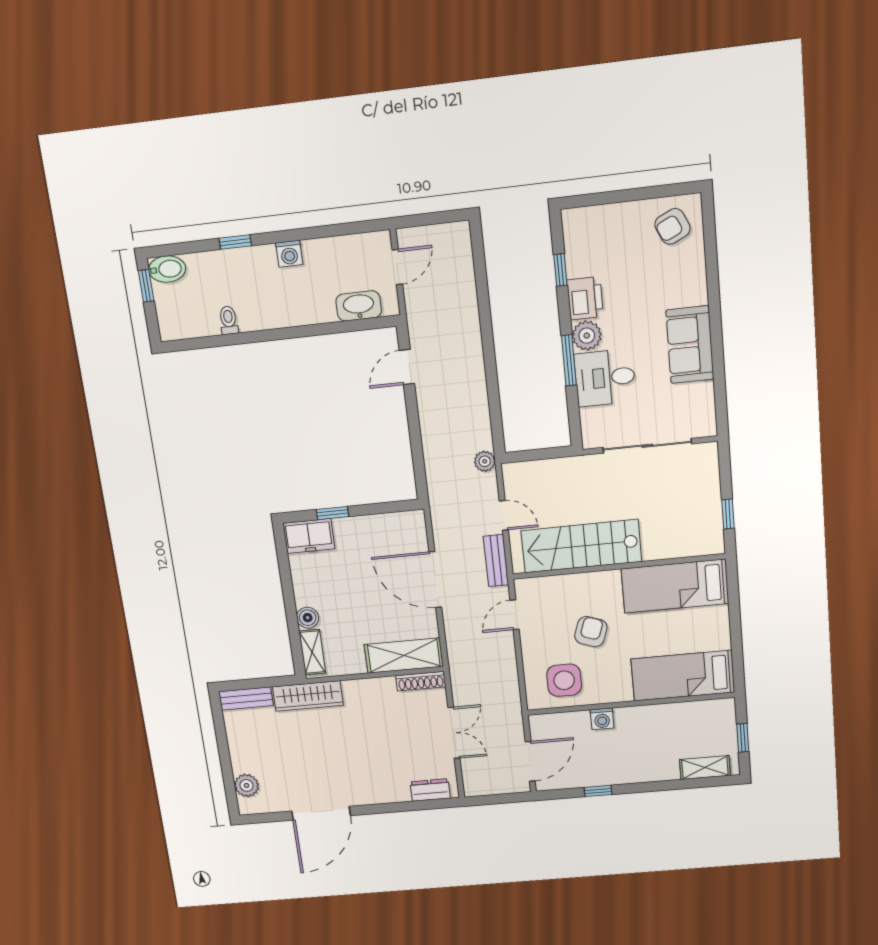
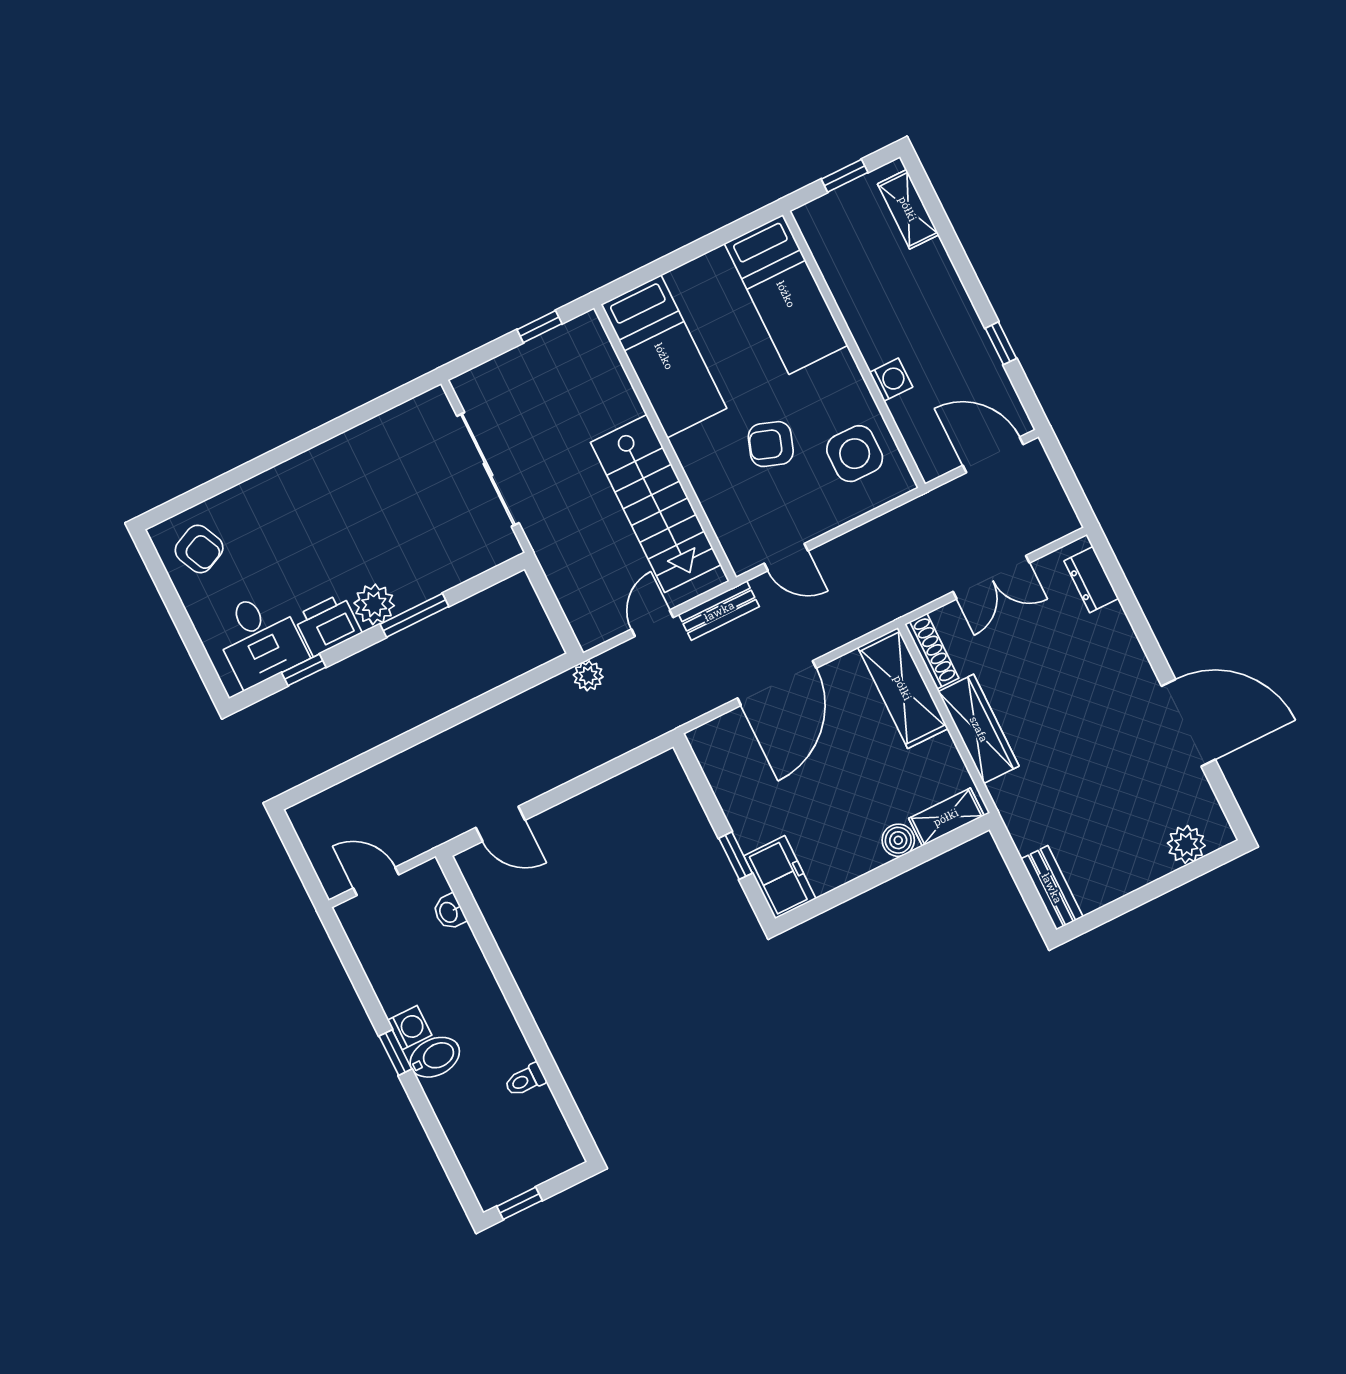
window: (235, 242) -> (395, 1053), moved
bidet: (167, 269) -> (435, 1057), moved, turned 90
washbasin: (359, 306) -> (449, 912), width x0.52, depth x0.69
sofa: (690, 345) -> (337, 467), removed
desk: (605, 378) -> (260, 639), moved
wardrobe: (308, 696) -> (979, 729), moved
double door: (454, 733) -> (991, 577), swing flipped

